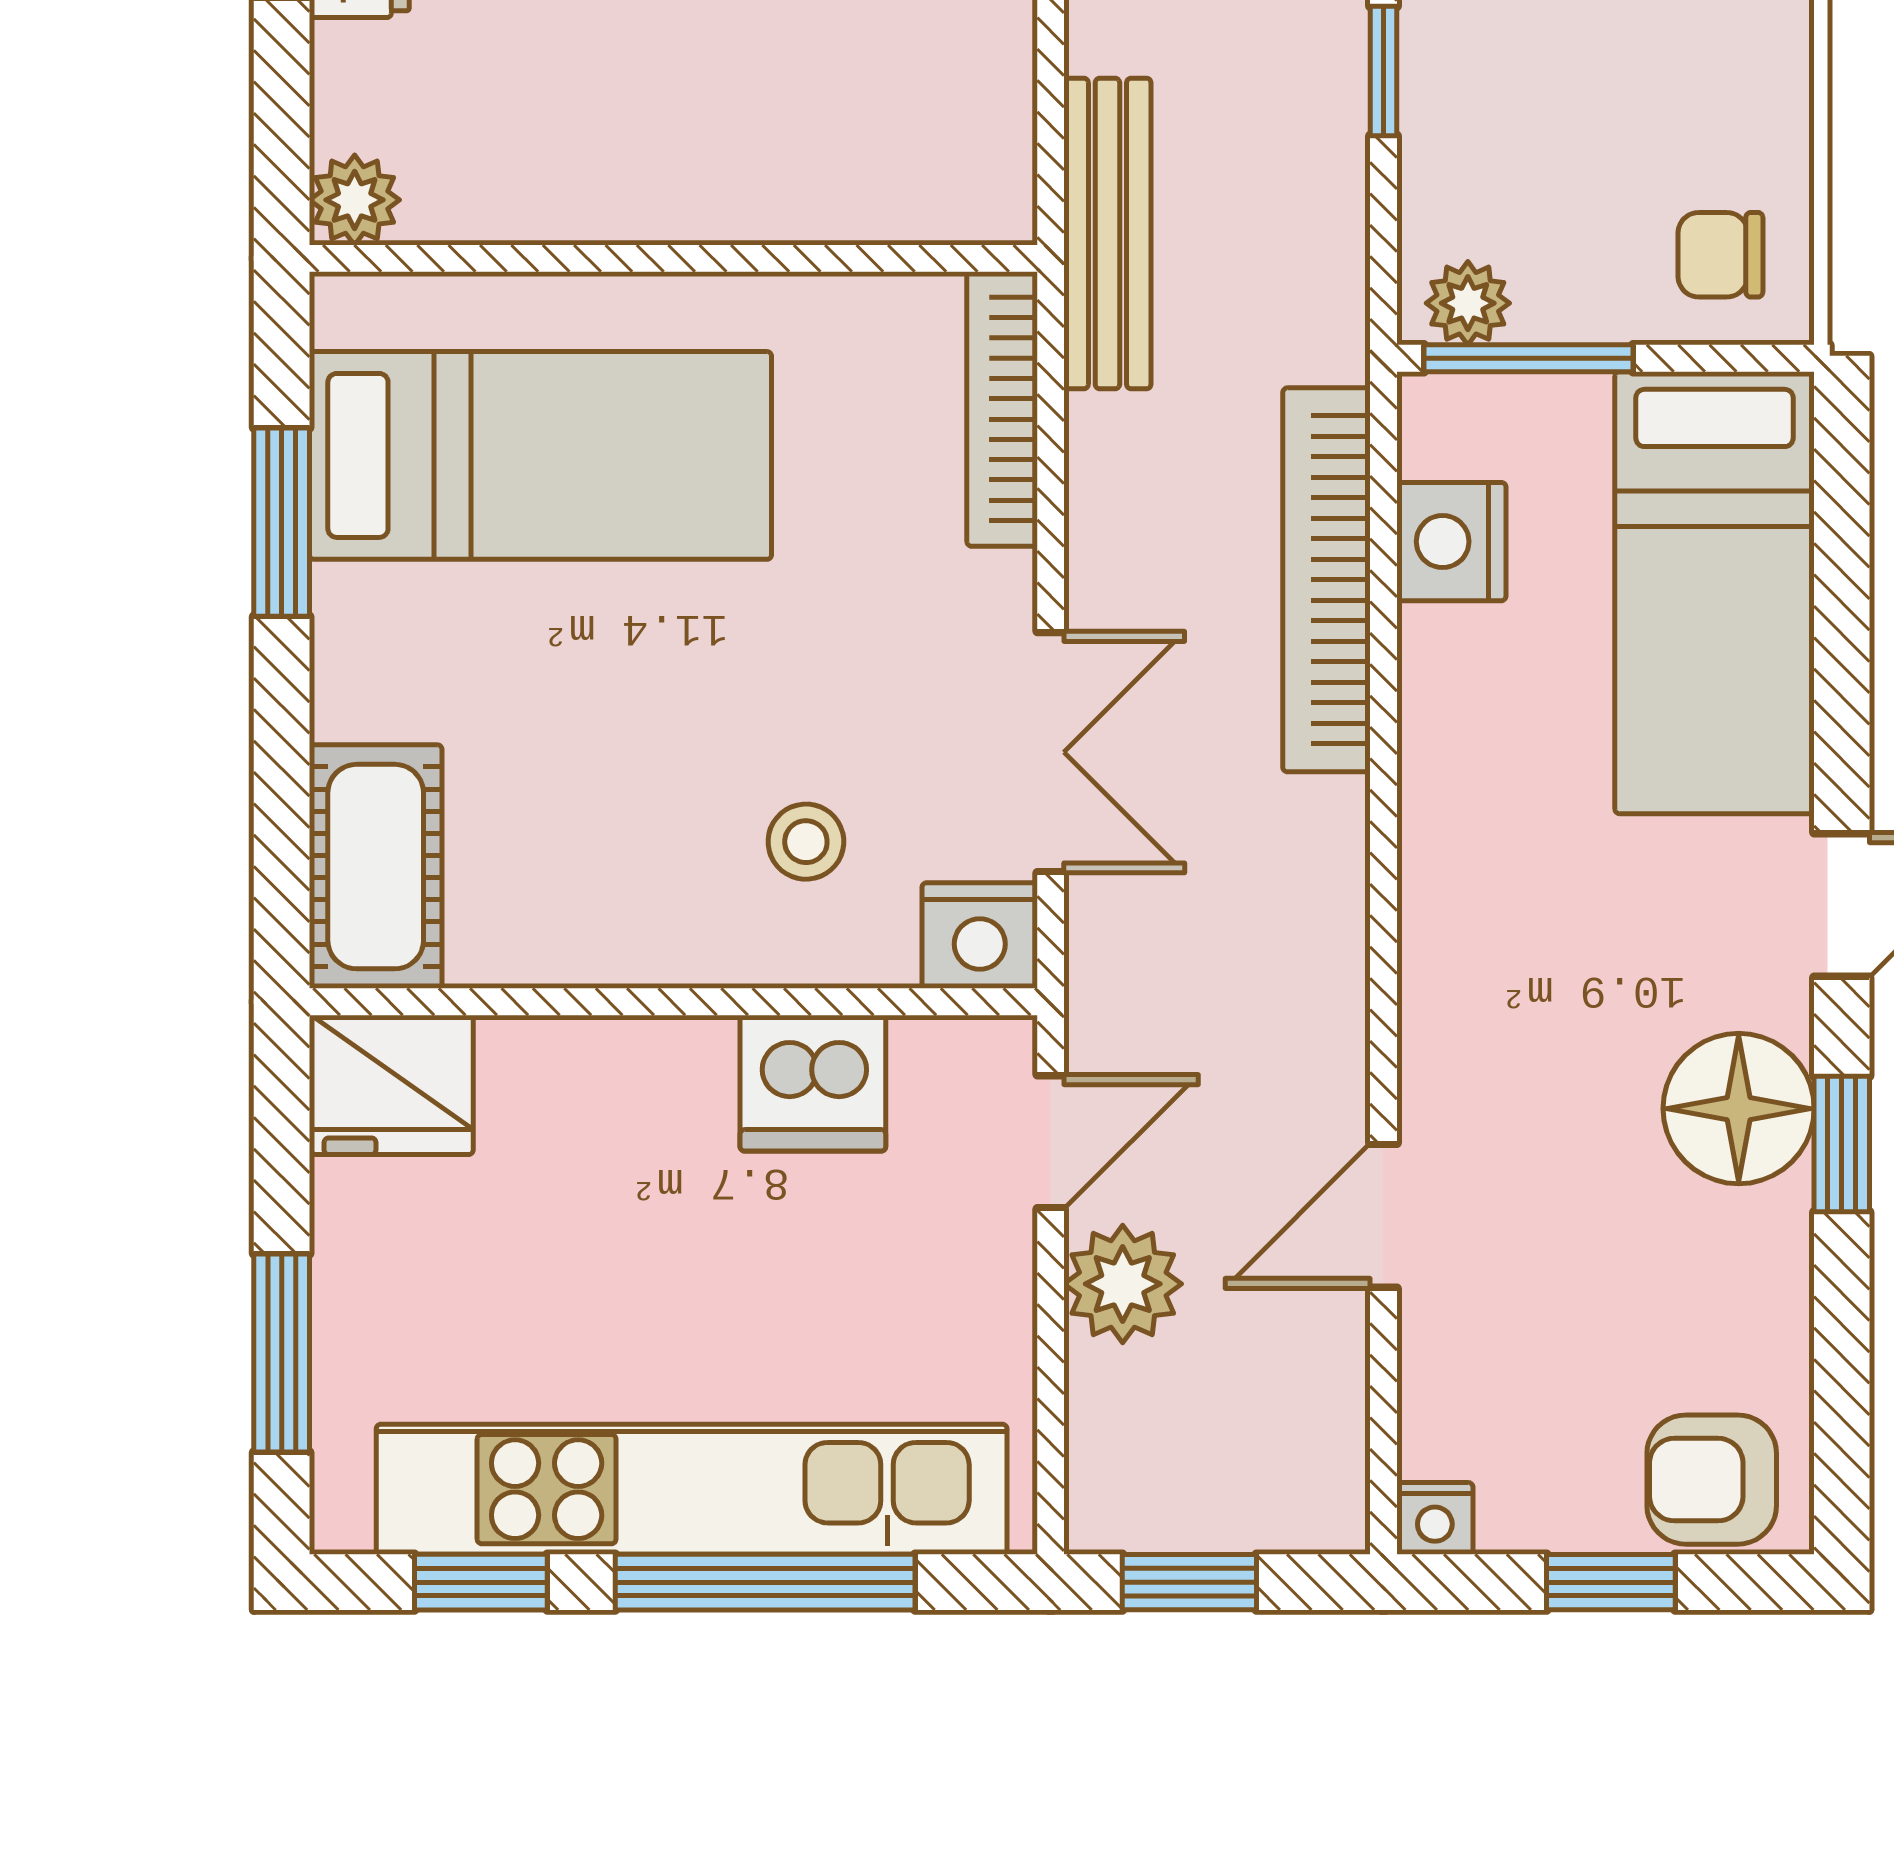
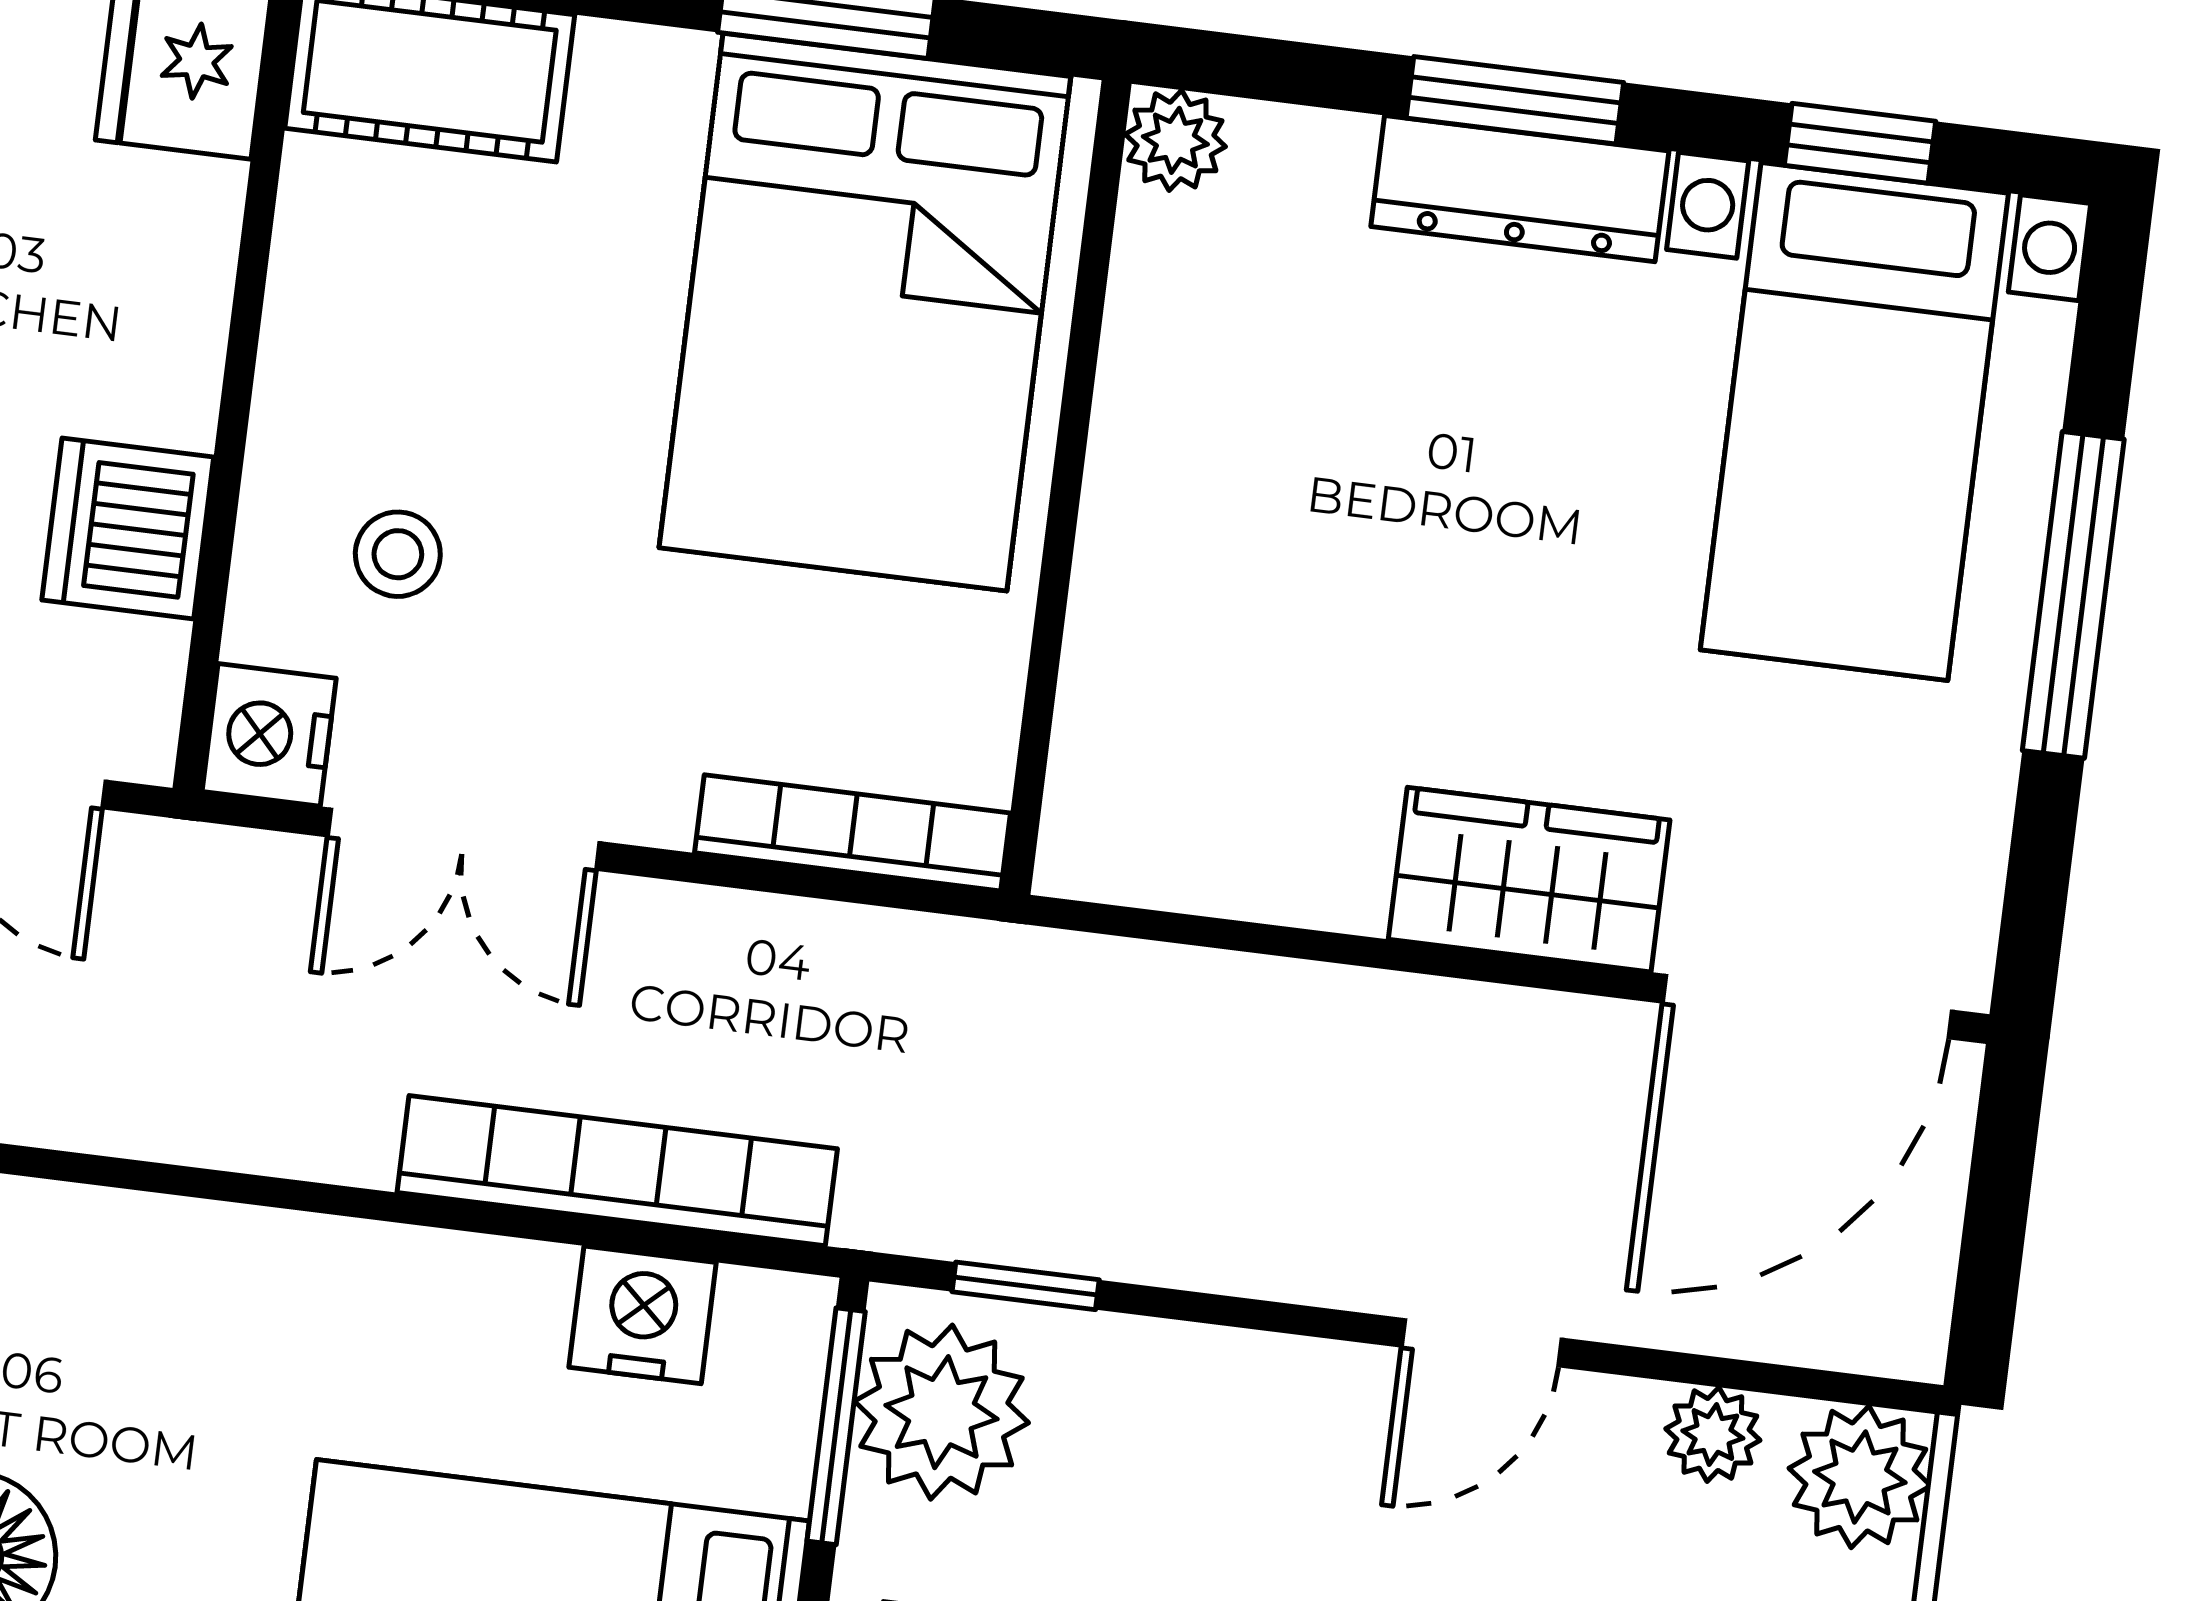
window: (1383, 71) -> (1026, 1286), moved
bench: (1107, 233) -> (1033, 975), removed
plant: (1468, 303) -> (942, 1412), width x1.87, depth x1.87
bed: (540, 455) -> (865, 312), width x1.50

